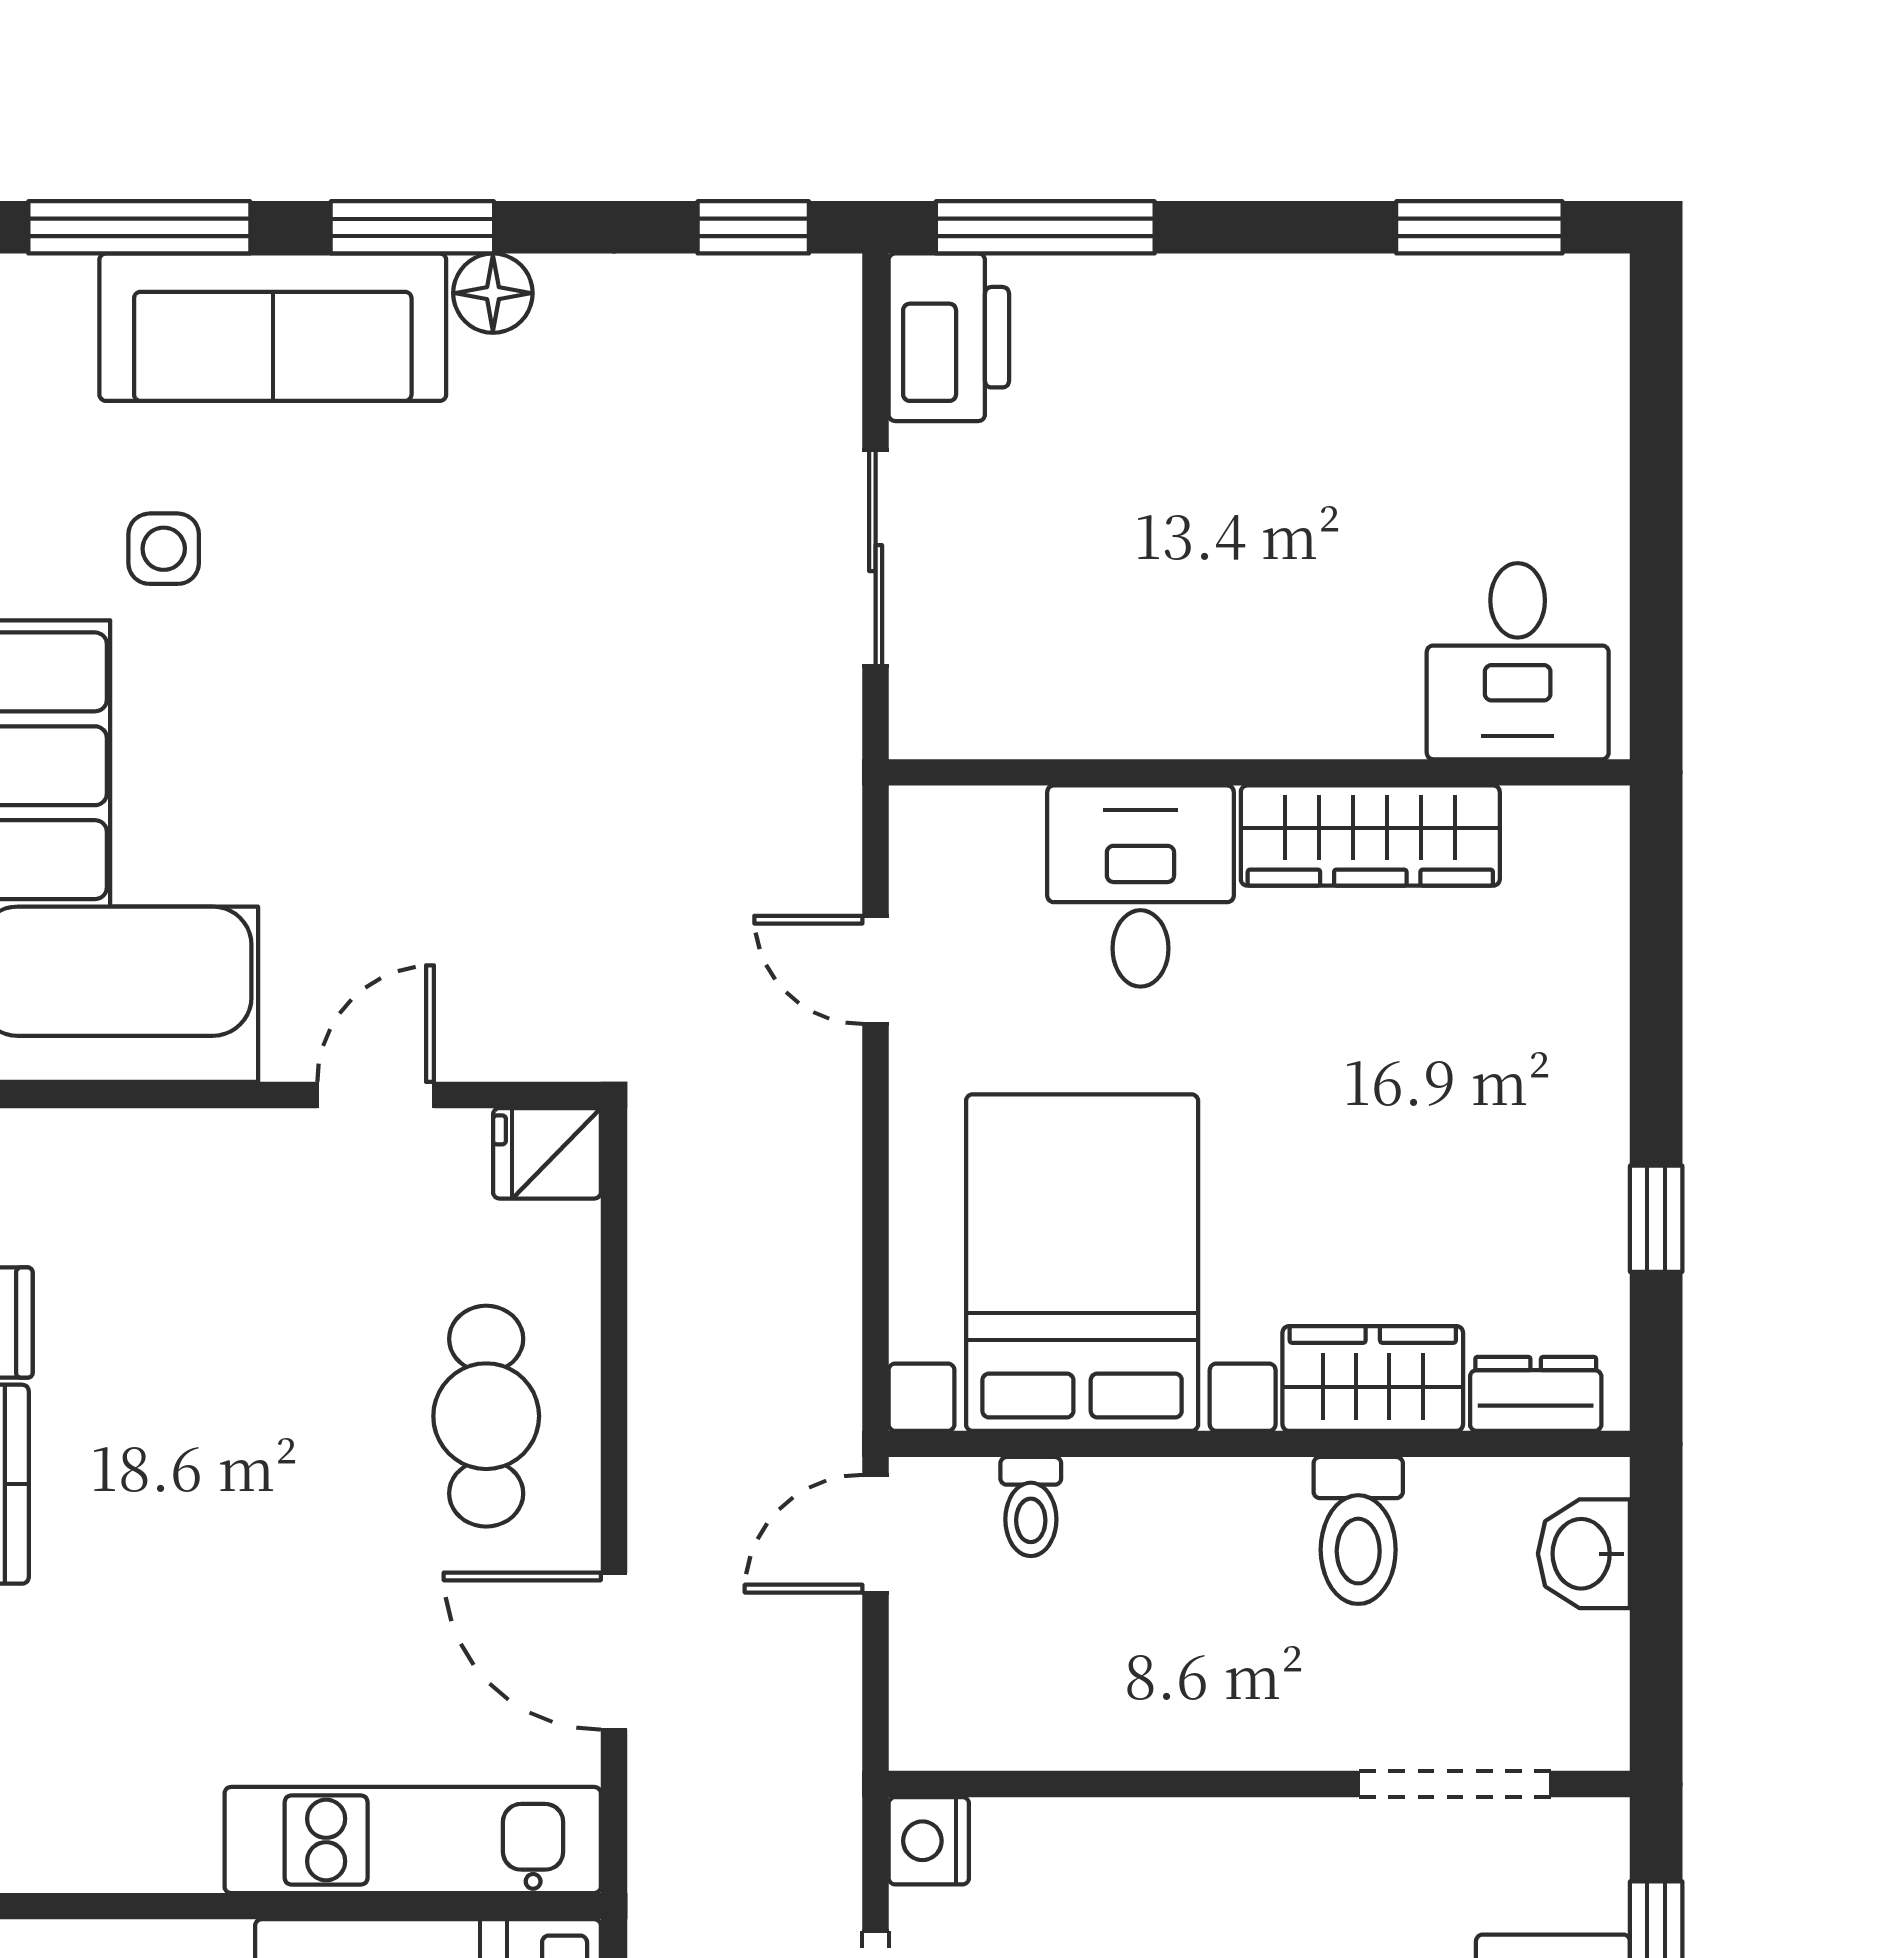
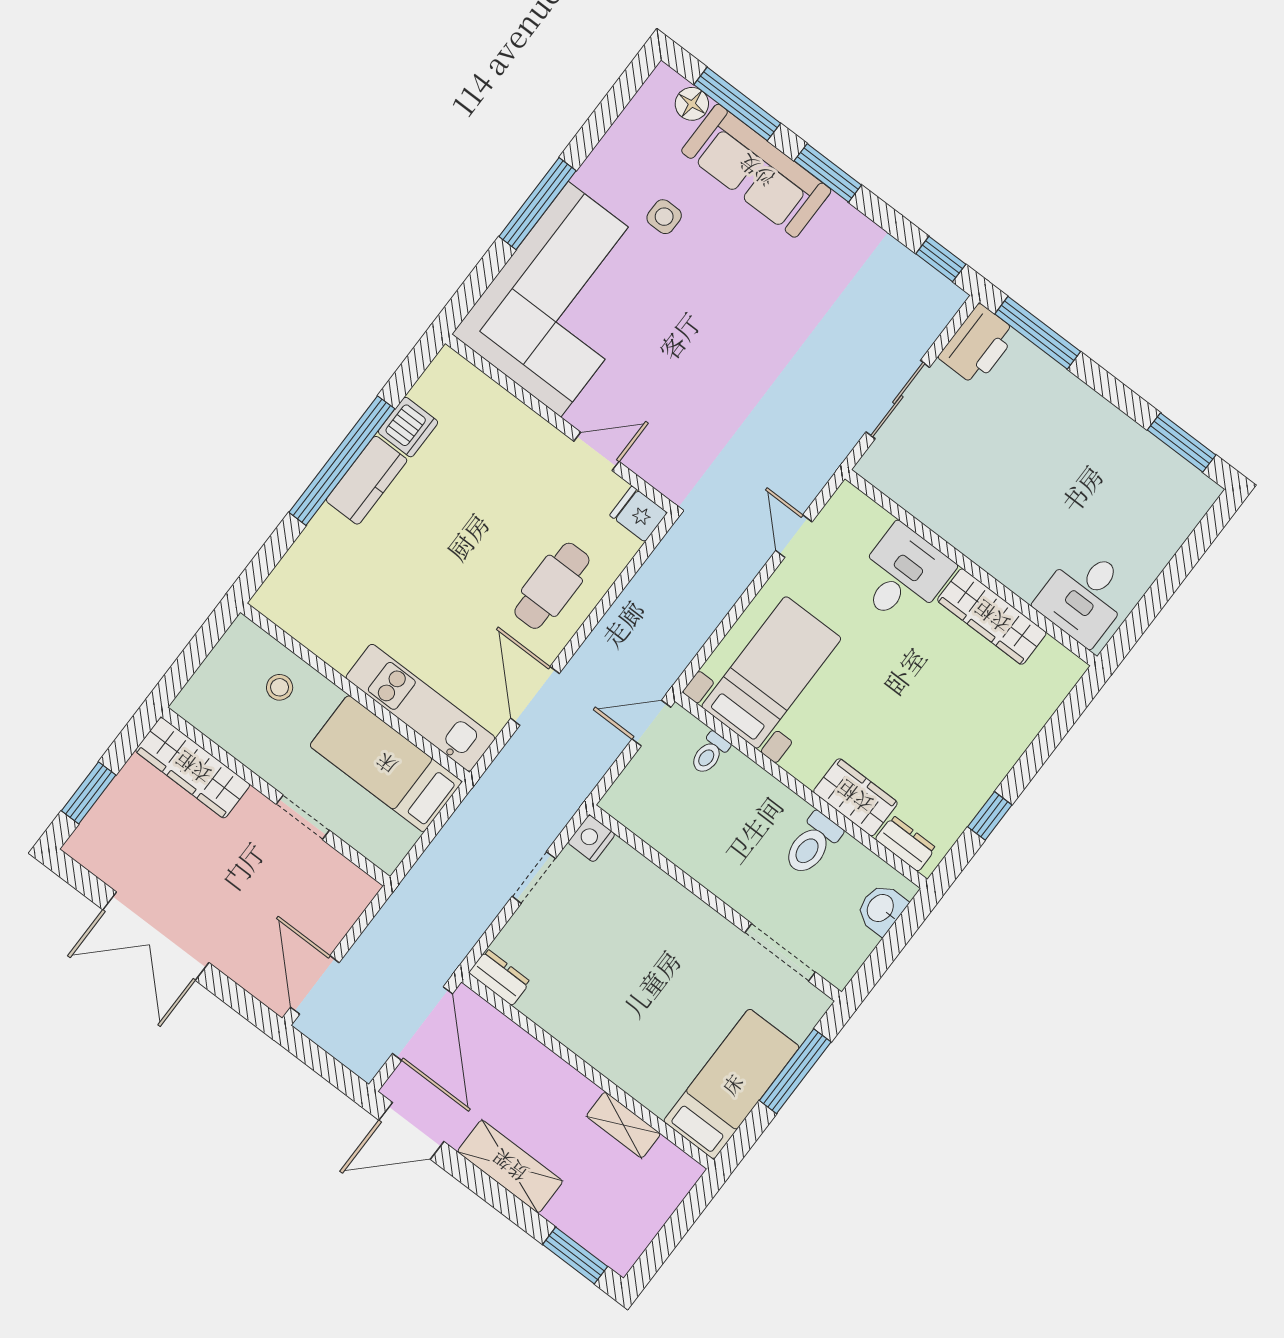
floor lamp: (493, 293) -> (692, 104), moved
bed with nightstands: (1082, 1263) -> (771, 672), width x0.73

